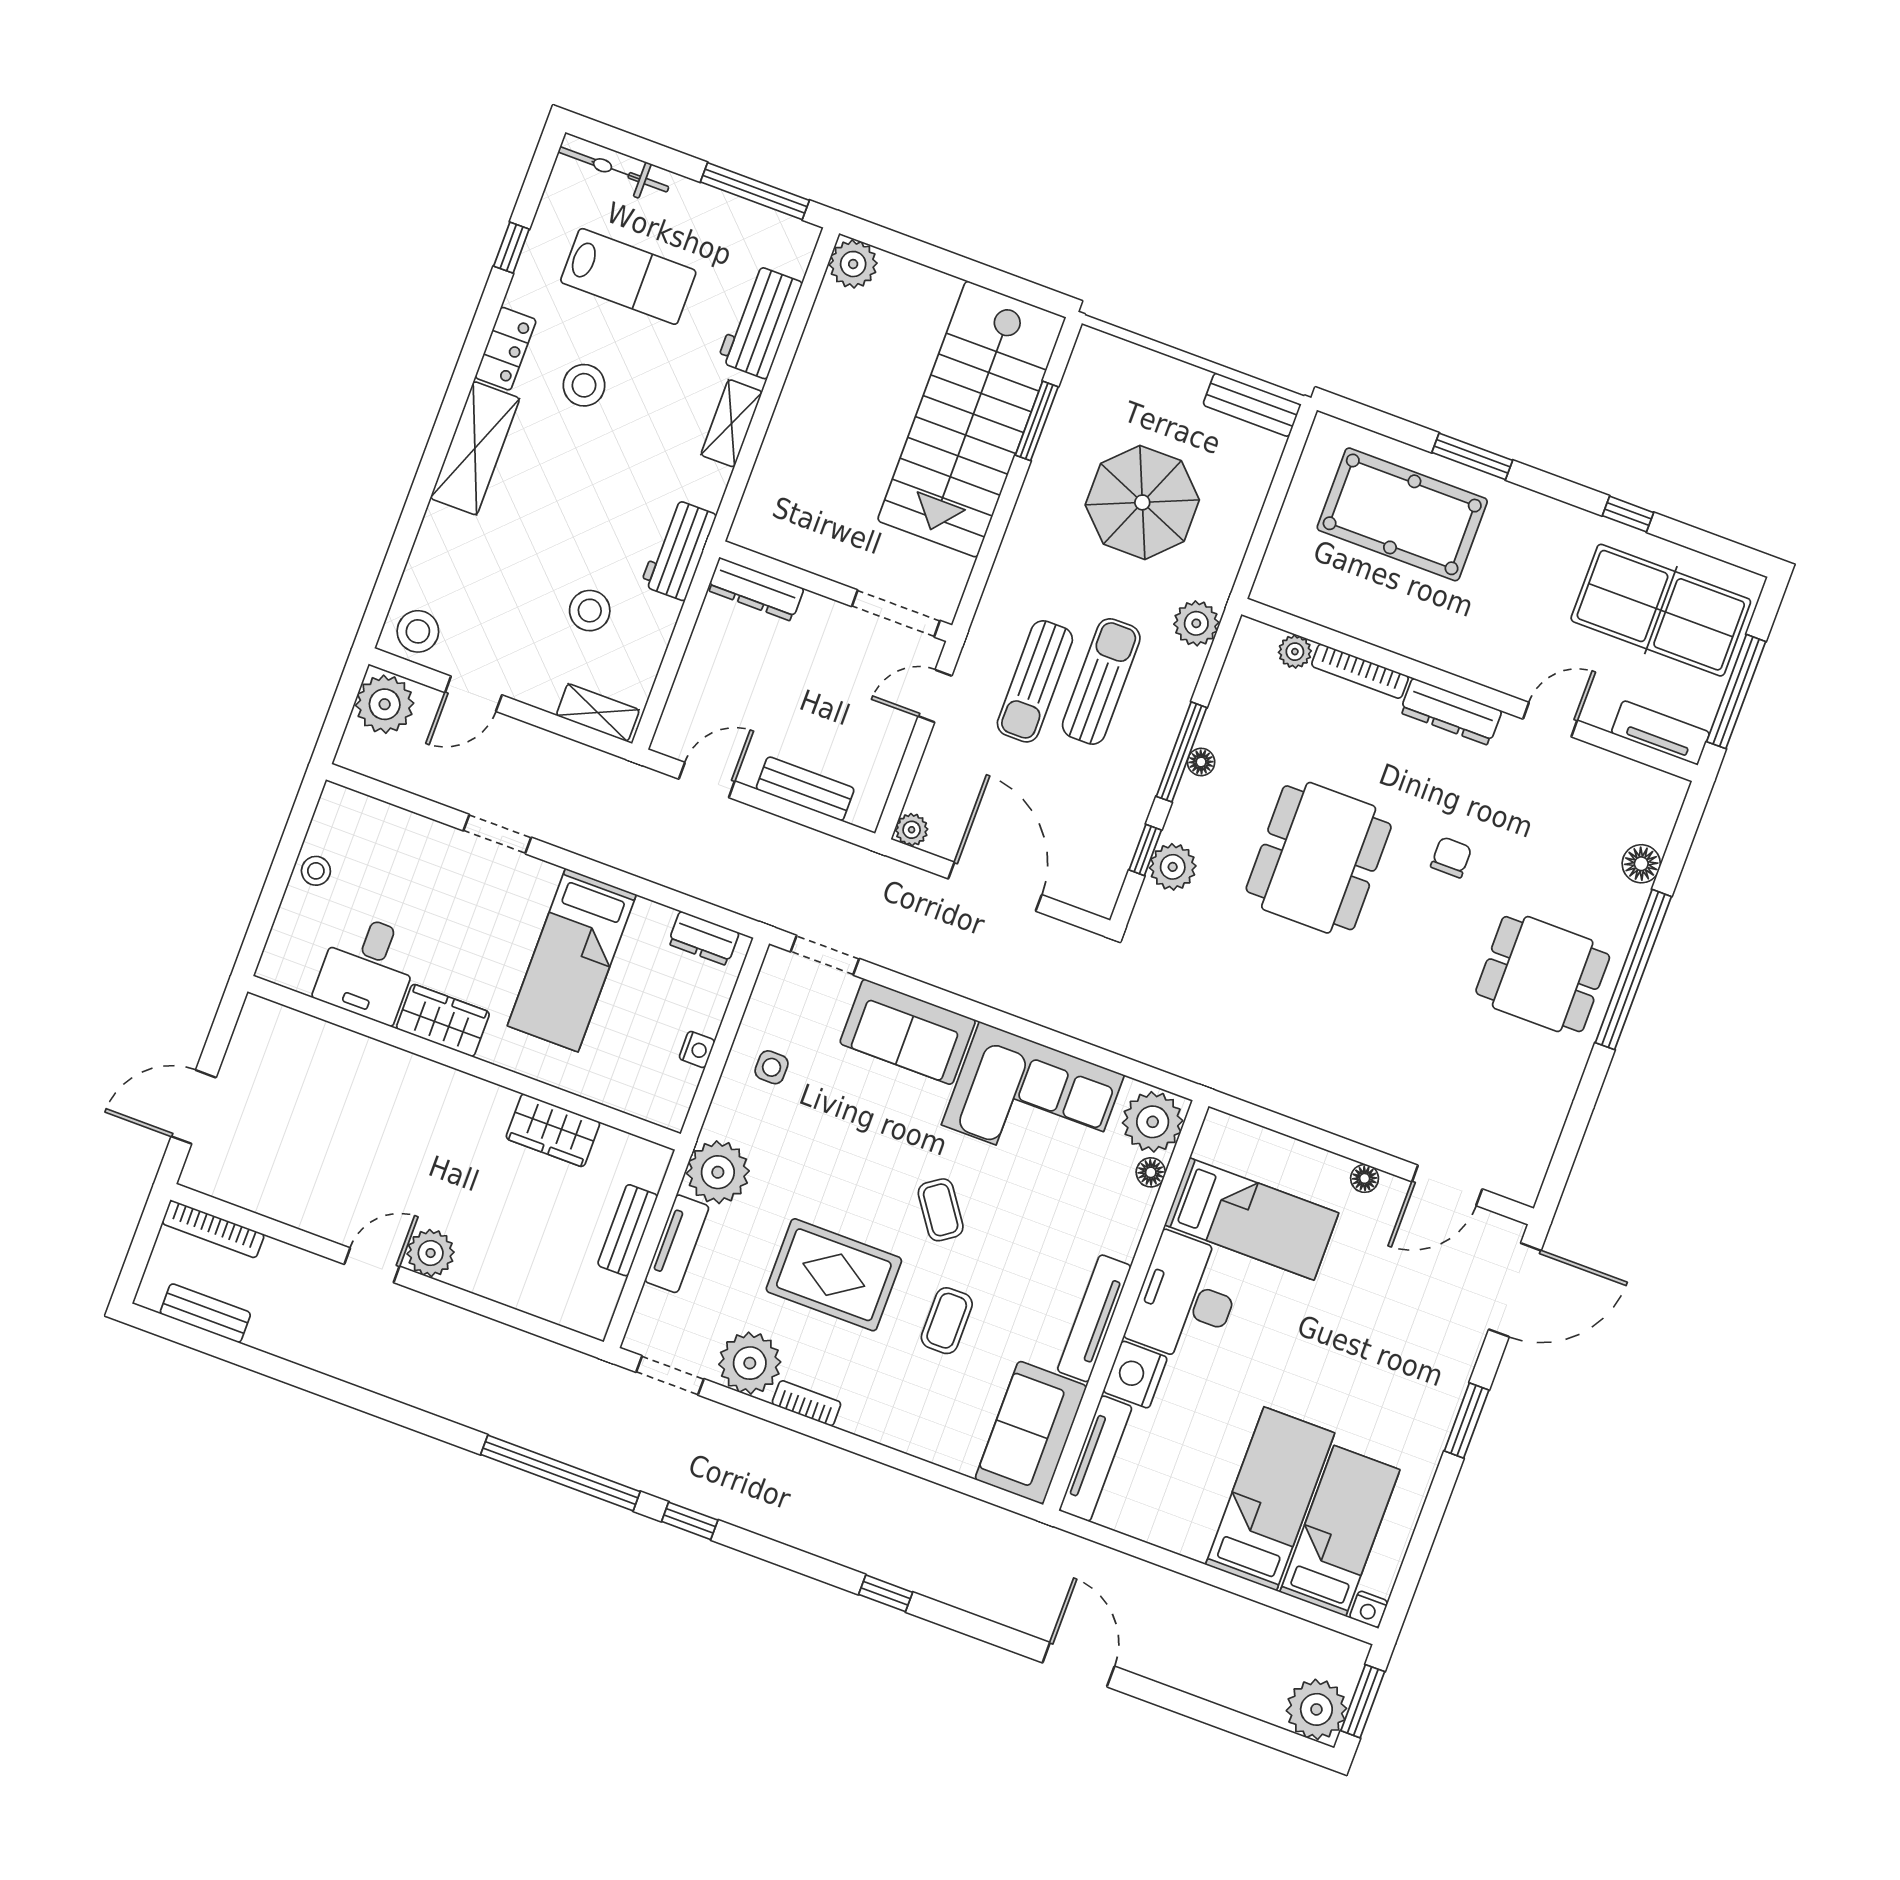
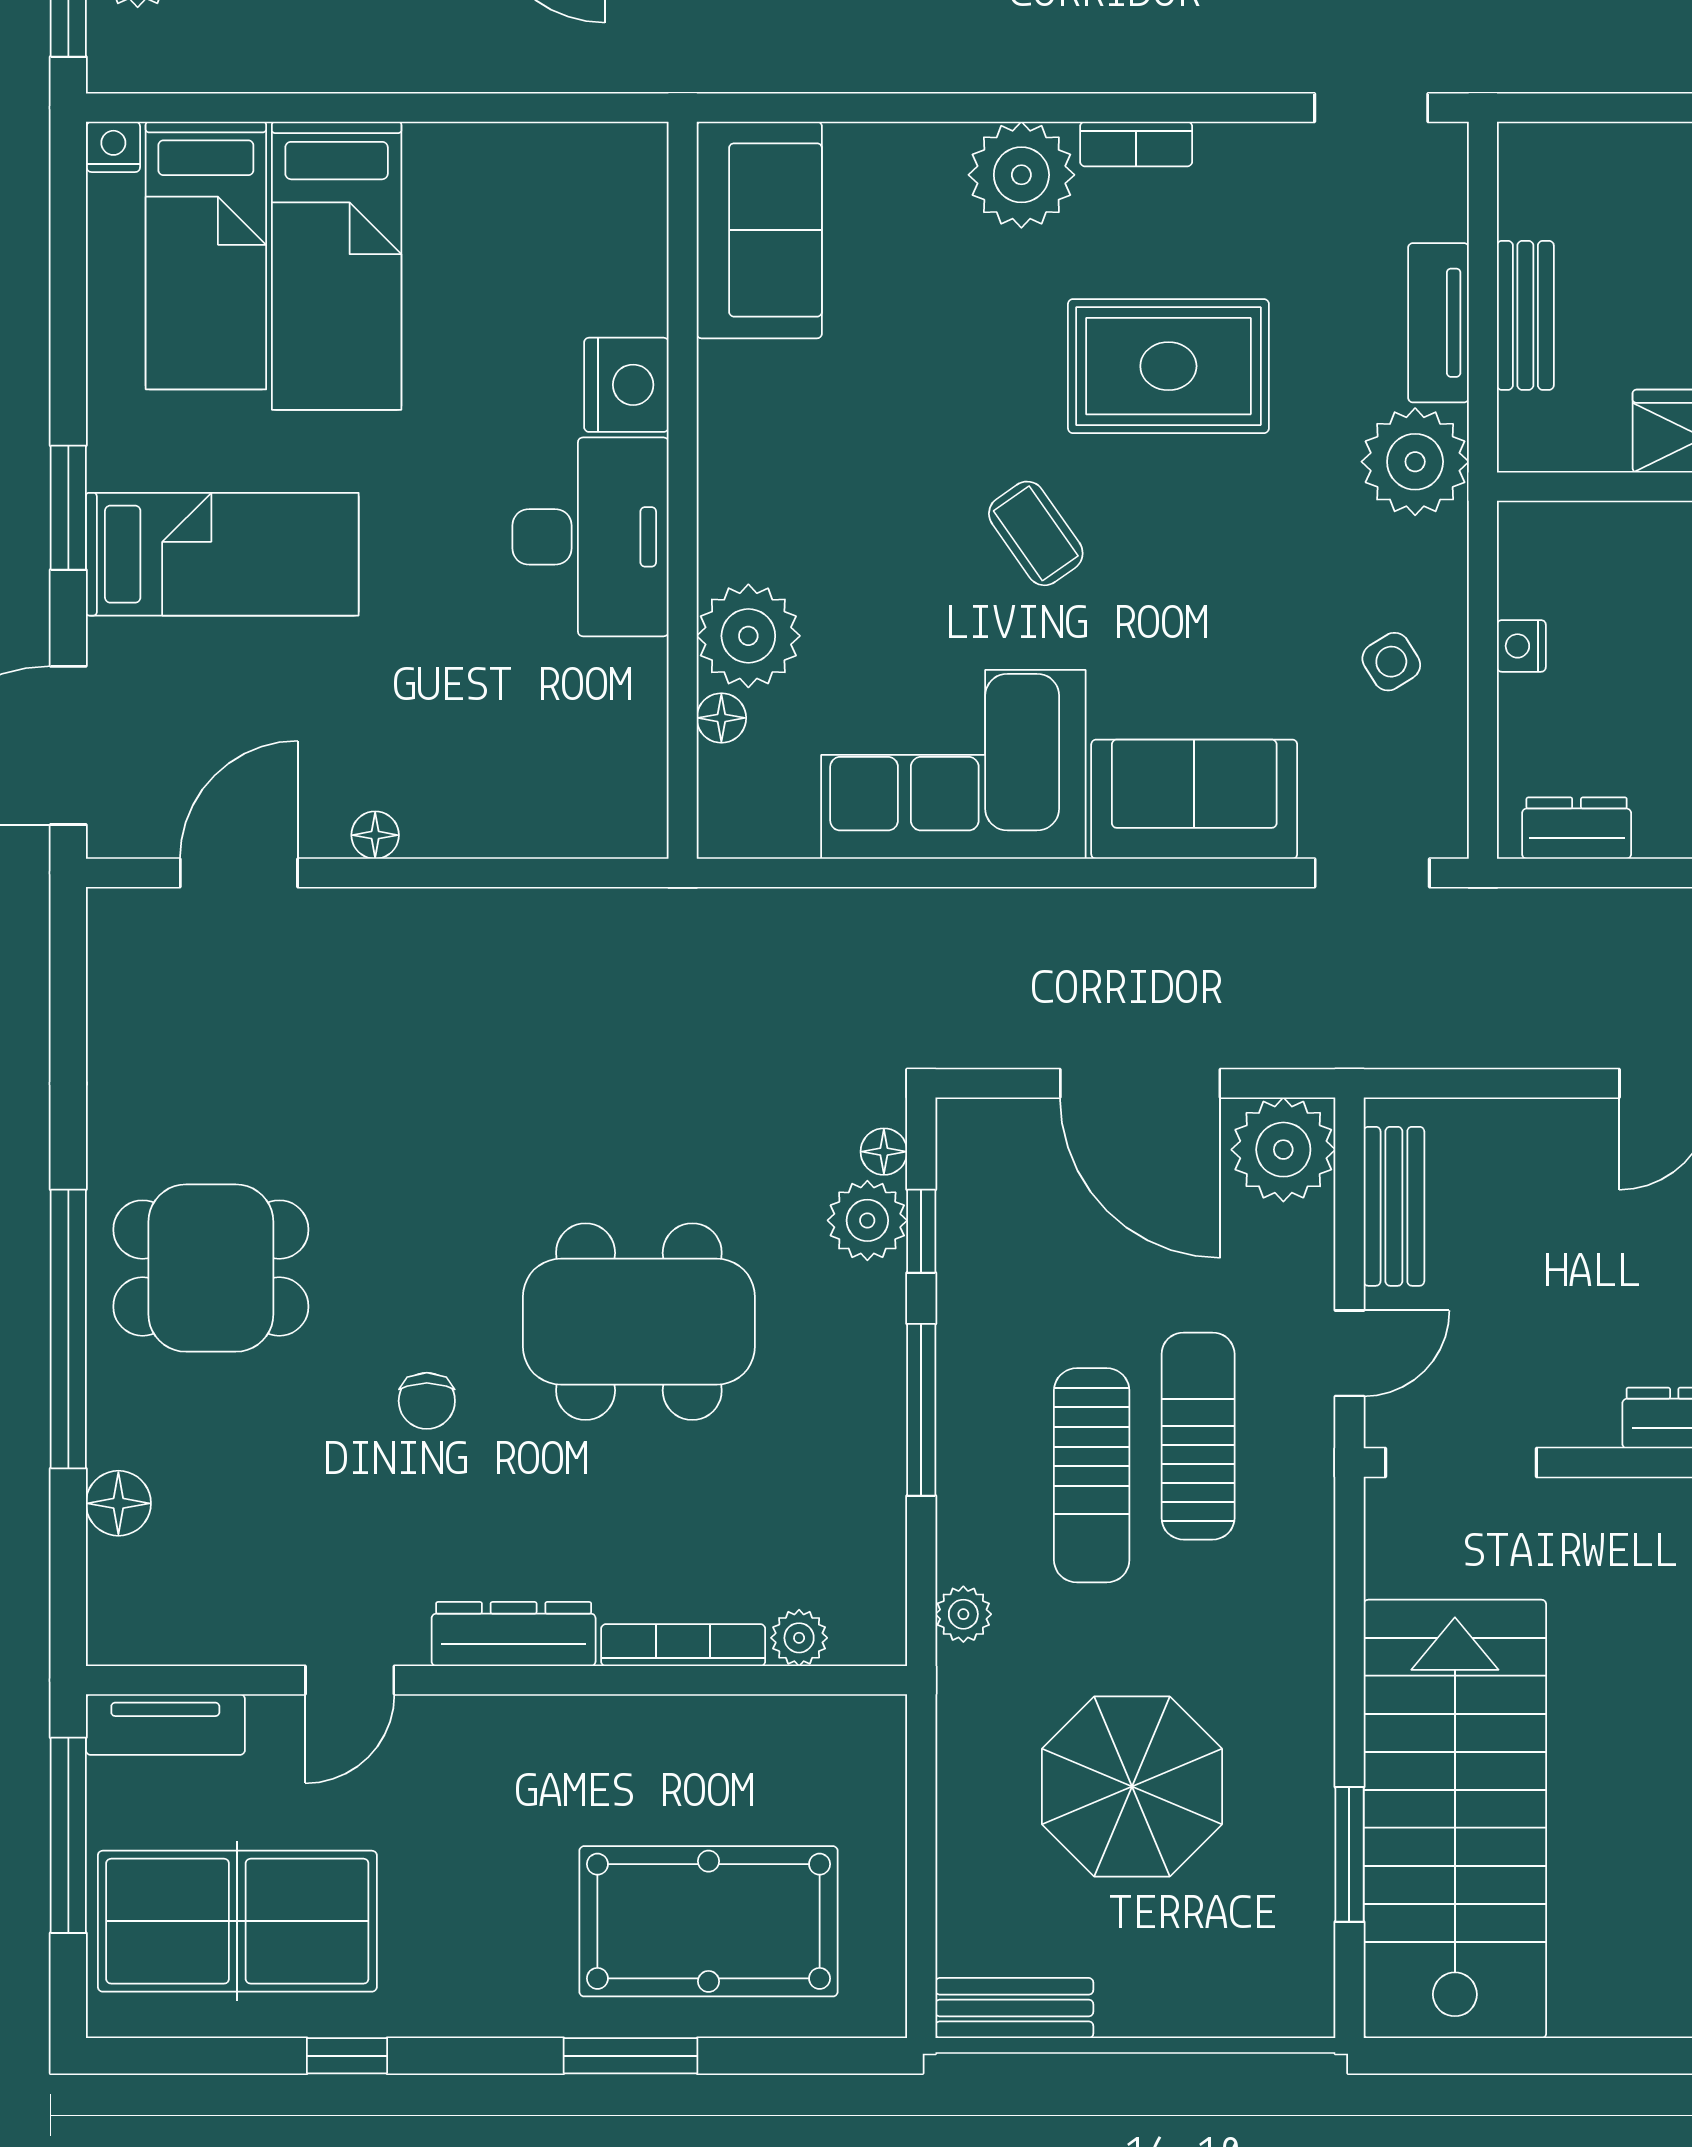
plant: (1196, 623) -> (963, 1614), width x0.73, depth x0.73
floor lamp: (1201, 762) -> (884, 1152), moved
bench: (805, 789) -> (1394, 1206), moved, turned 90
plant: (912, 830) -> (1283, 1150), width x1.88, depth x1.88
dining table: (1319, 858) -> (639, 1322), turned 90
side table: (772, 1067) -> (1391, 662), turned -32
plant: (1153, 1122) -> (748, 636), moved
bed: (1252, 1219) -> (222, 554), moved, turned 180
tv unit: (1094, 1318) -> (726, 451), removed
coffee table: (947, 1321) -> (960, 359), removed
plant: (750, 1363) -> (1021, 175), moved
tv unit: (1096, 1459) -> (640, 227), removed

